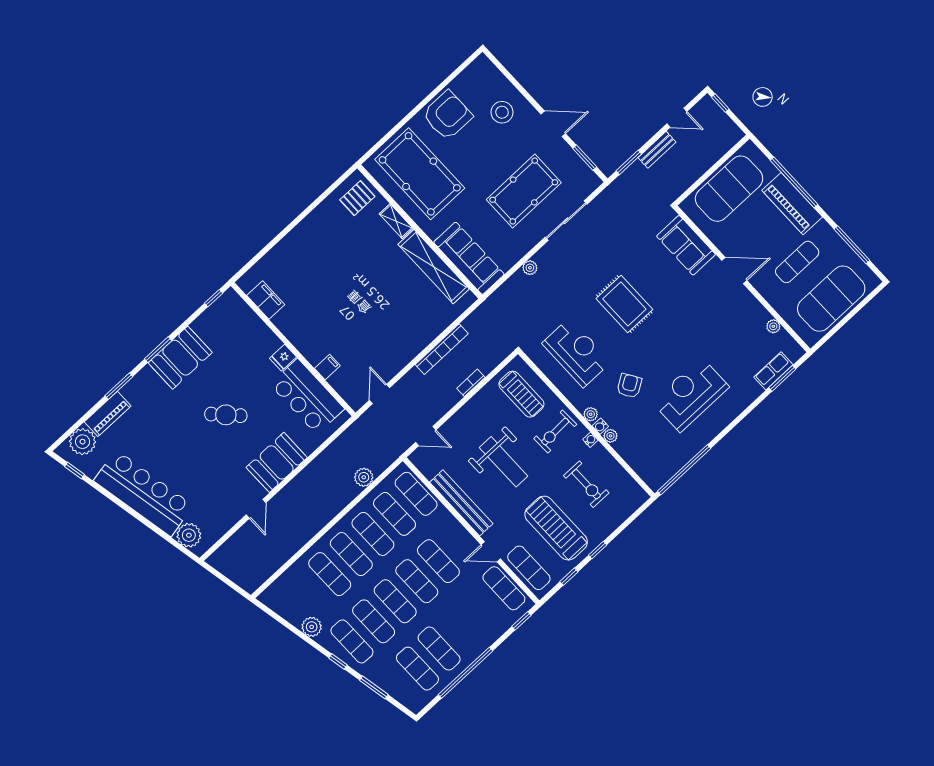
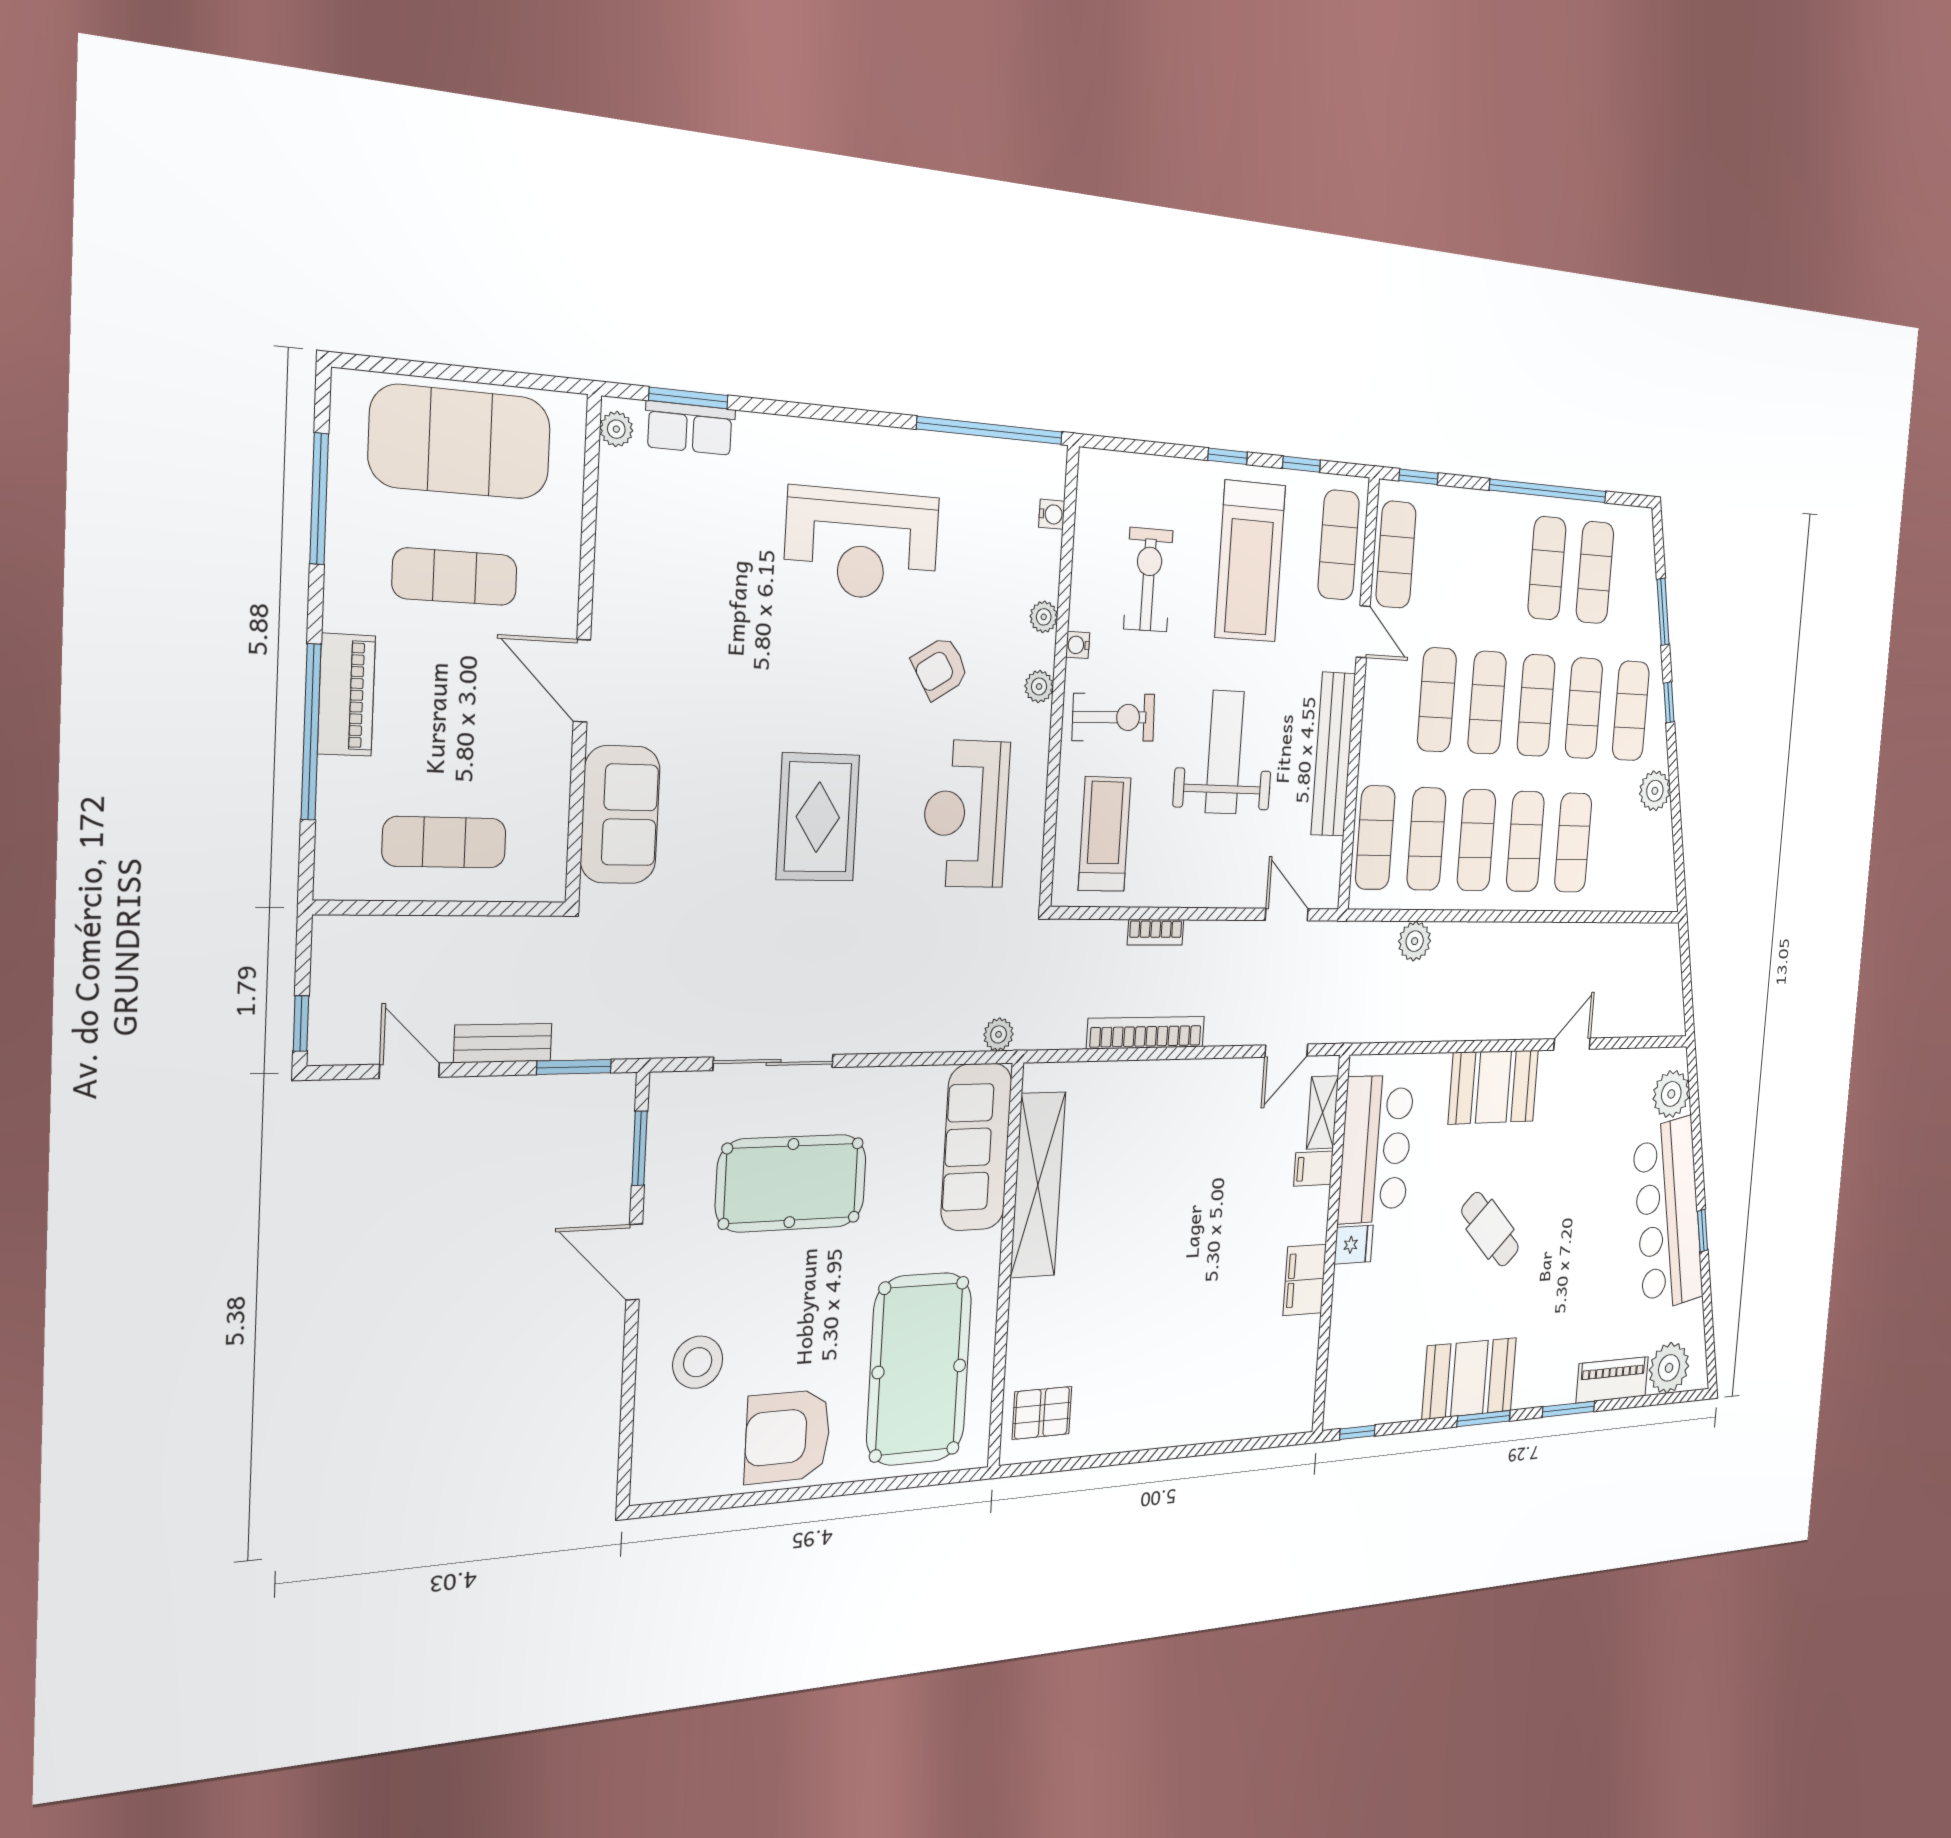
exercise mat: (729, 189) -> (444, 842), width x0.50, depth x0.69
piano: (792, 204) -> (346, 695), width x0.73, depth x0.75
shelving: (396, 221) -> (1323, 1112), moved
plant: (530, 268) -> (999, 1034), moved
filing cabinet: (266, 300) -> (1305, 1280), moved
plant: (773, 326) -> (616, 429), moved
water cooler: (600, 426) -> (1052, 514), moved
window: (74, 470) -> (1703, 1231), moved

